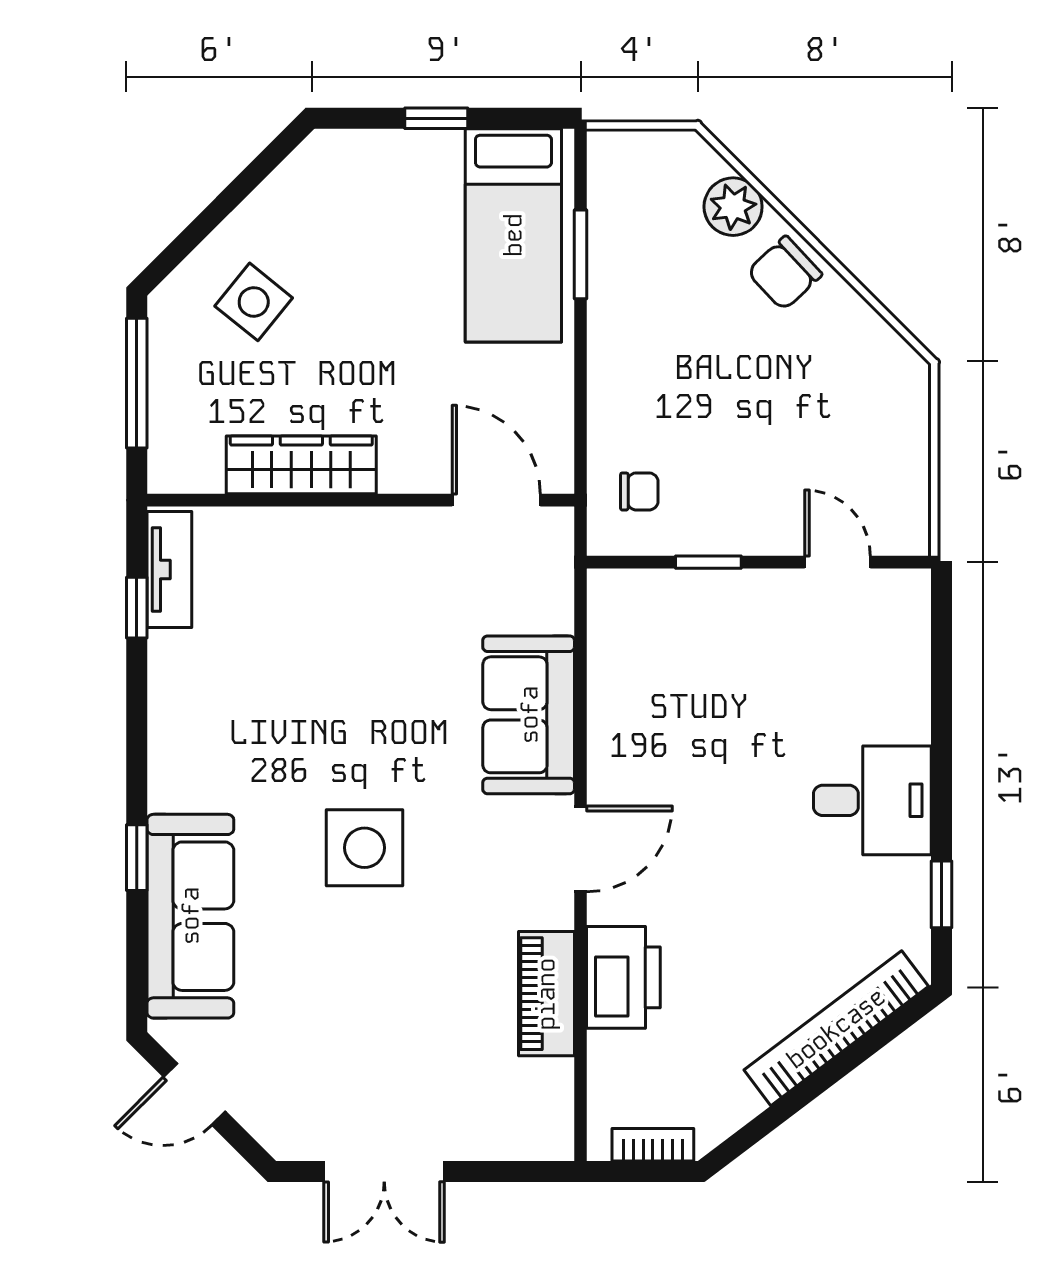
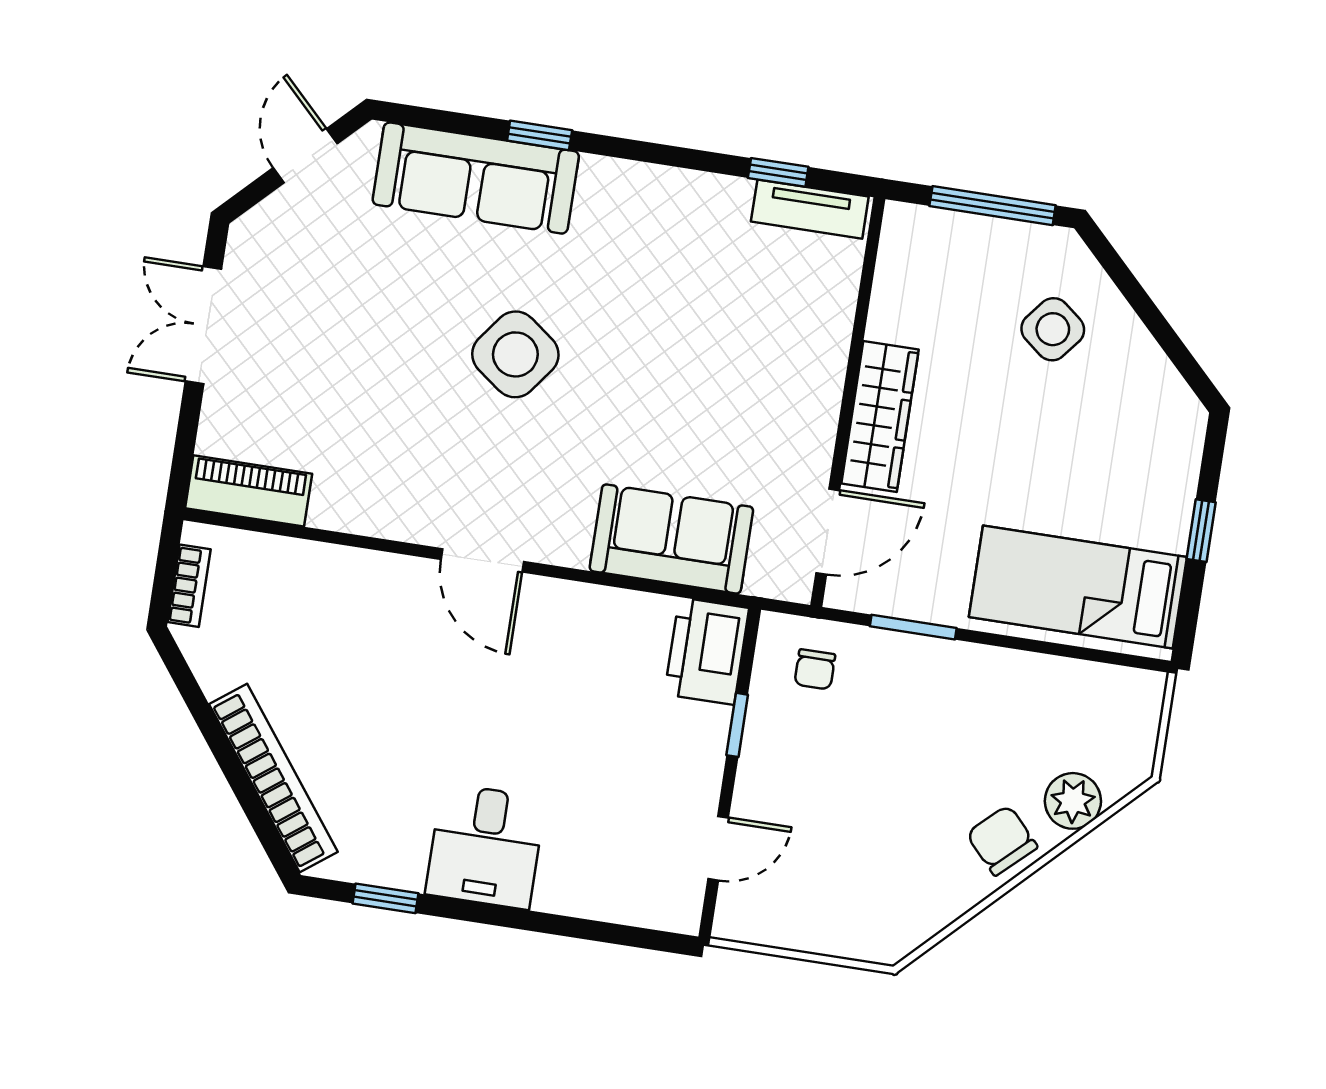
window: (581, 254) -> (913, 627), moved
wardrobe: (301, 465) -> (880, 417), moved
sofa: (529, 715) -> (671, 539), moved
side table: (365, 848) -> (515, 354), turned 37
printer: (623, 977) -> (707, 651), moved, turned 90
piano: (546, 994) -> (249, 491), moved

